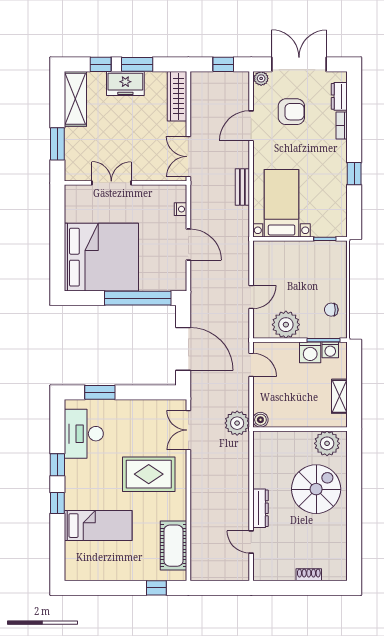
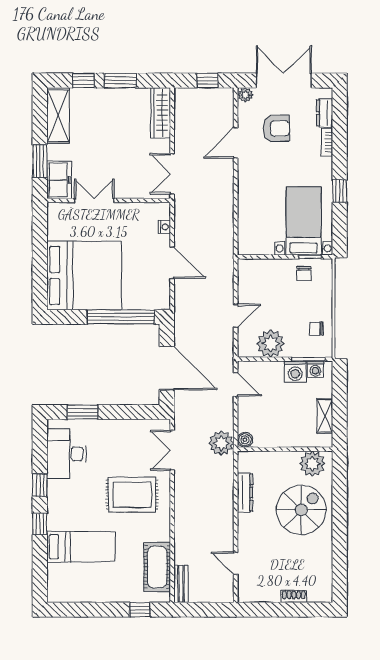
freezer: (125, 83) -> (59, 180), moved, turned -90
bench: (242, 187) -> (181, 584), moved
bed with nightstands: (282, 203) -> (304, 221), moved
chair: (319, 255) -> (304, 273), added
dresser: (260, 508) -> (245, 493), moved

